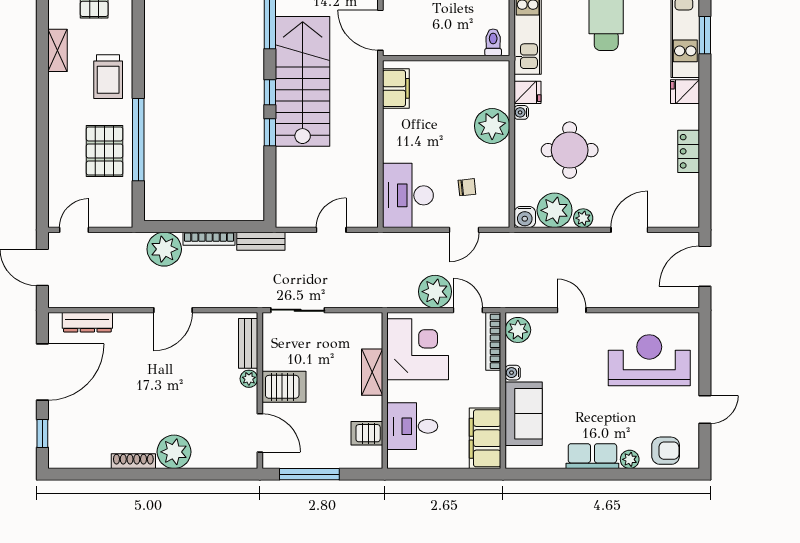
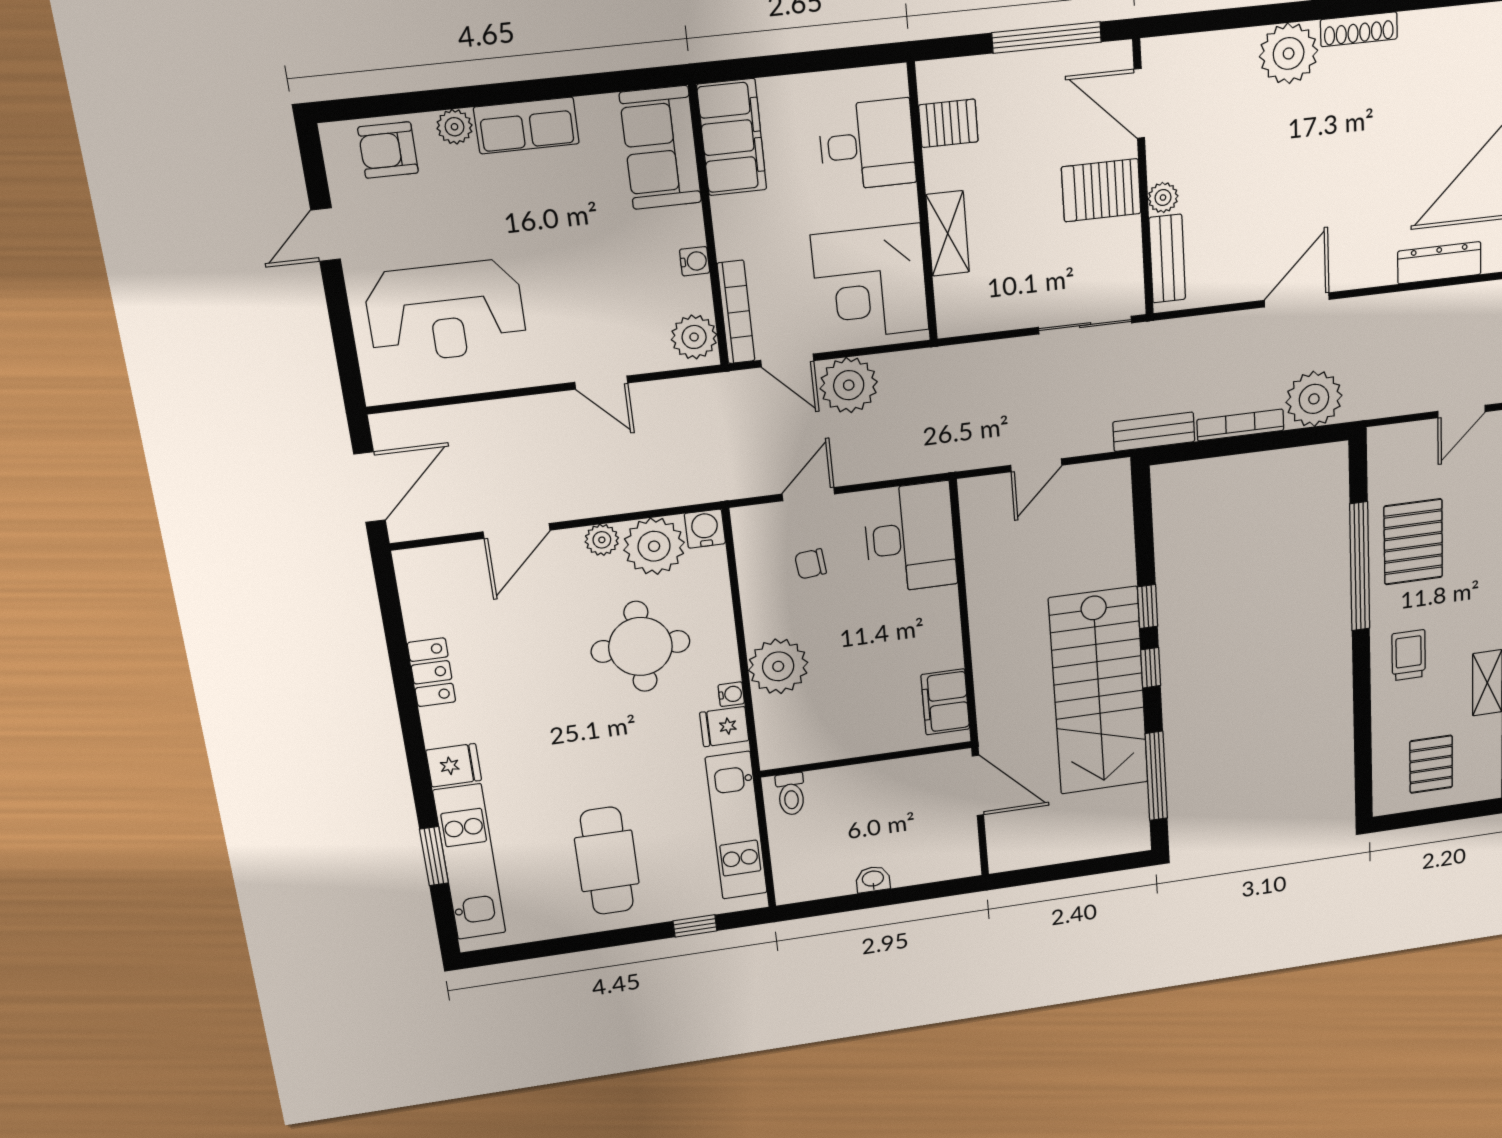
trolley: (108, 77) -> (1409, 655), width x0.73, depth x0.72
sofa: (524, 414) -> (661, 148), moved

